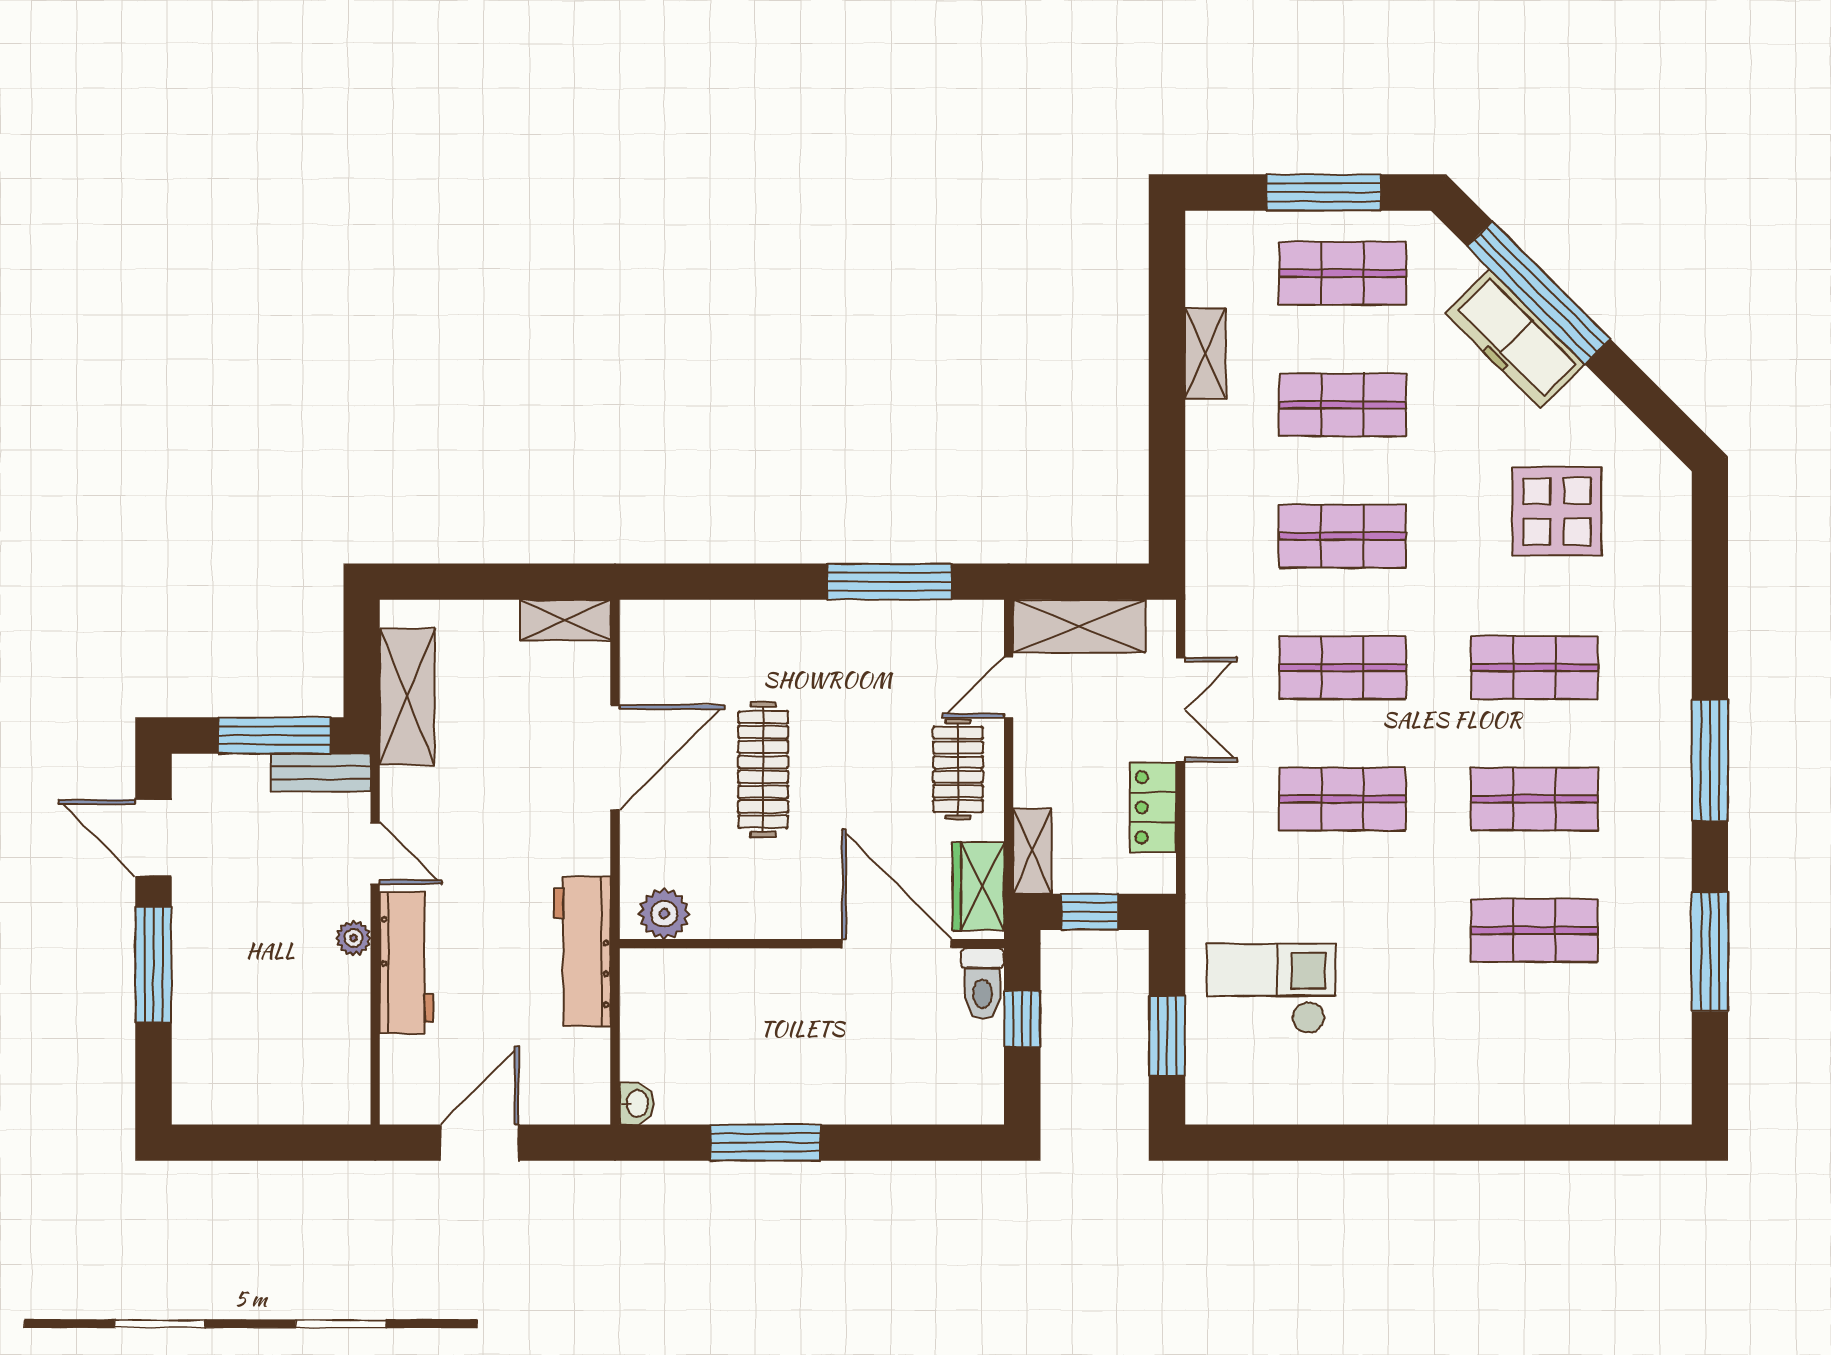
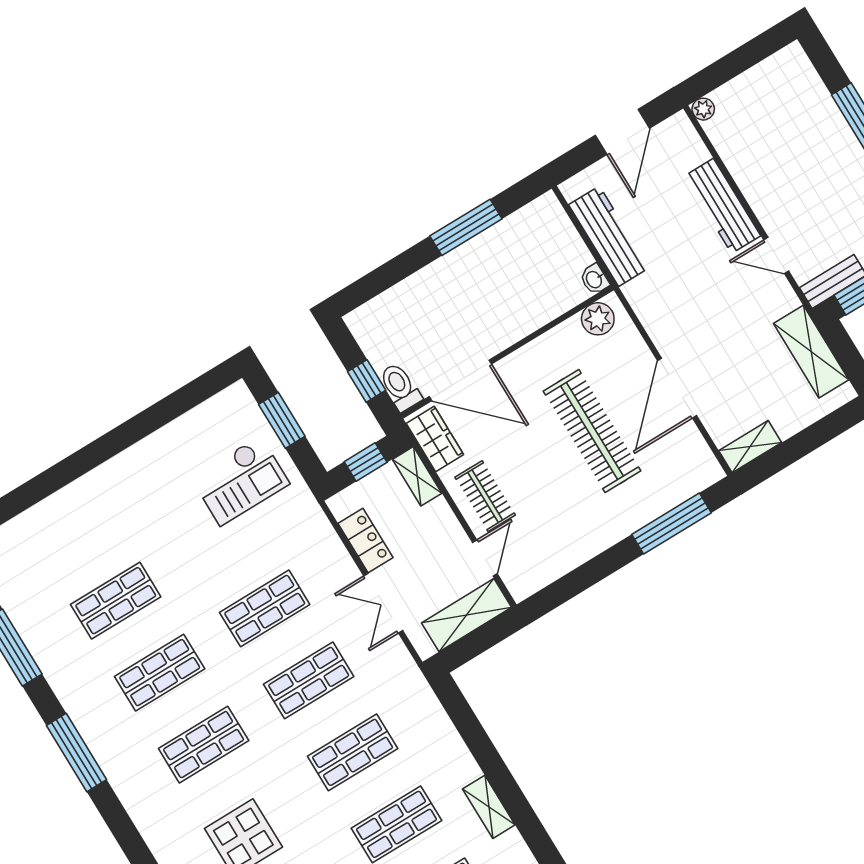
window: (889, 582) -> (671, 524), moved
clothes rail: (763, 769) -> (592, 431), width x1.37, depth x1.31
plant: (353, 938) -> (703, 109), moved
workbench: (582, 951) -> (609, 236), moved
washbasin: (637, 1103) -> (594, 279), moved

